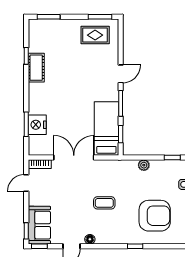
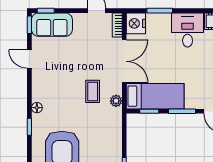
desk: (44, 98) -> (188, 30), added
nightstand: (37, 125) -> (136, 23), moved, turned -90
plant: (144, 165) -> (116, 101), moved
coffee table: (104, 203) -> (93, 91), moved
floor lamp: (90, 239) -> (37, 108), moved

